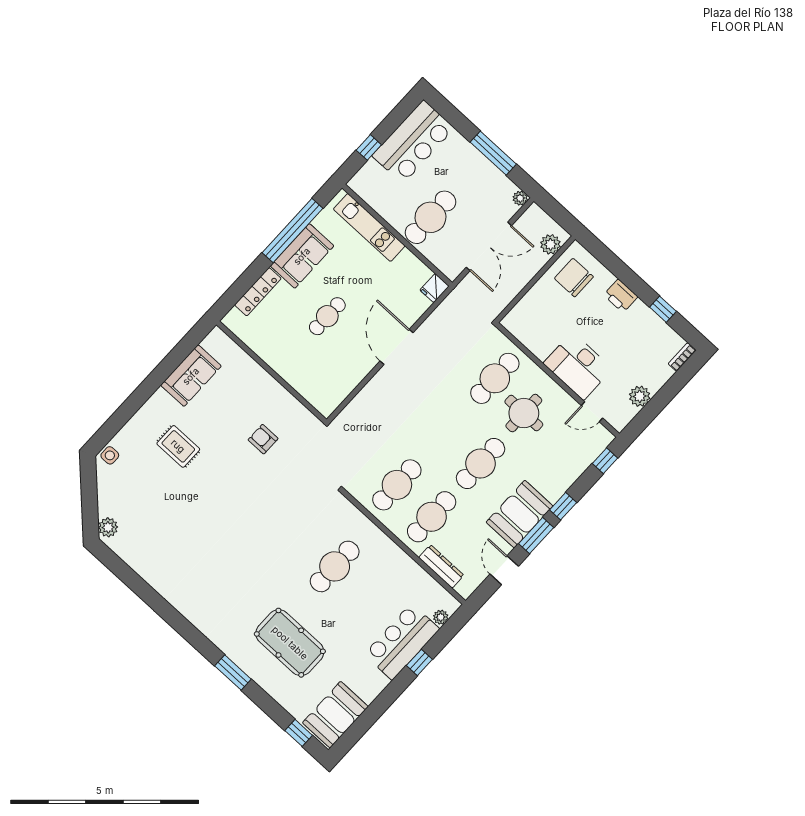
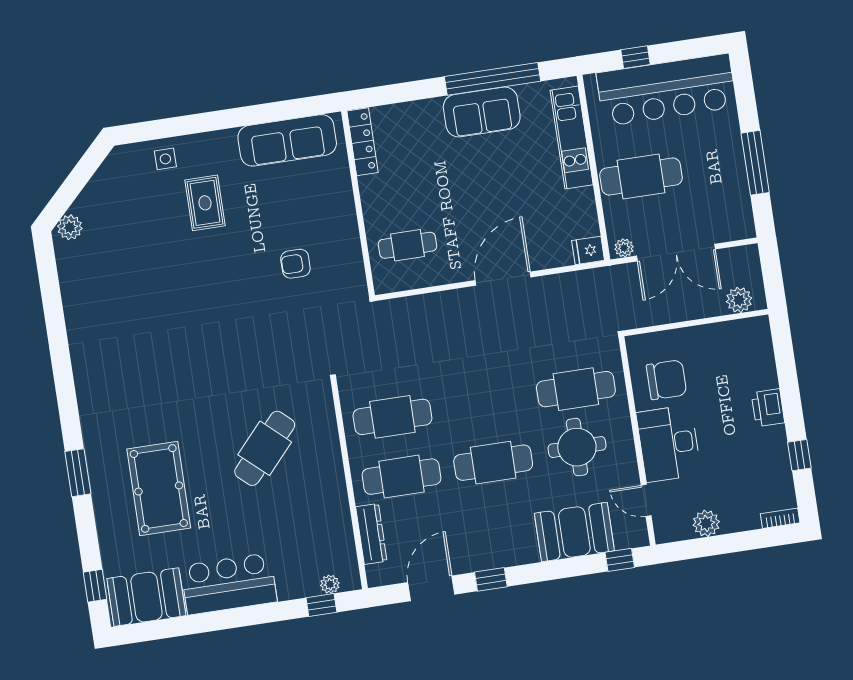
bar counter: (413, 142) -> (666, 90), width x1.36
plant: (520, 198) -> (624, 248), moved
chair: (574, 278) -> (666, 380), moved, turned 90
locker: (258, 292) -> (362, 142), moved, turned -90
cafe table: (327, 316) -> (407, 245), moved
sofa: (191, 376) -> (287, 140), width x1.36
armchair: (263, 439) -> (295, 264), turned -90
side table: (110, 455) -> (165, 159), moved
window: (563, 506) -> (541, 572), removed
booth: (520, 514) -> (574, 532), moved
window: (536, 536) -> (491, 579), width x0.67
cafe table: (335, 566) -> (265, 448), turned -48
door: (504, 570) -> (431, 588), width x1.38
bar counter: (402, 642) -> (229, 584), moved
window: (419, 662) -> (321, 605), moved

